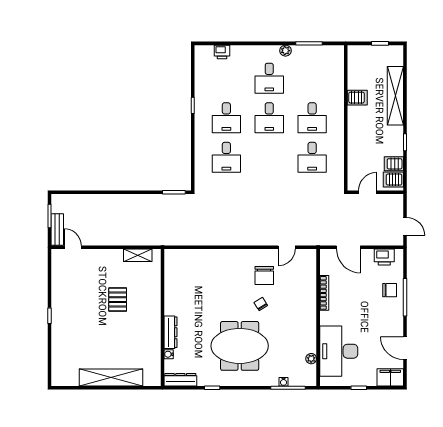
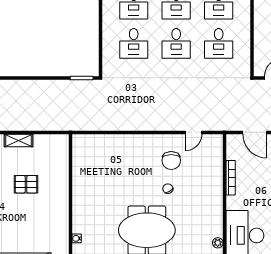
desk: (269, 157) -> (176, 43), added
shelving: (138, 255) -> (19, 140), moved
pallet: (118, 300) -> (26, 184), turned 90
dresser: (170, 332) -> (78, 217), removed

